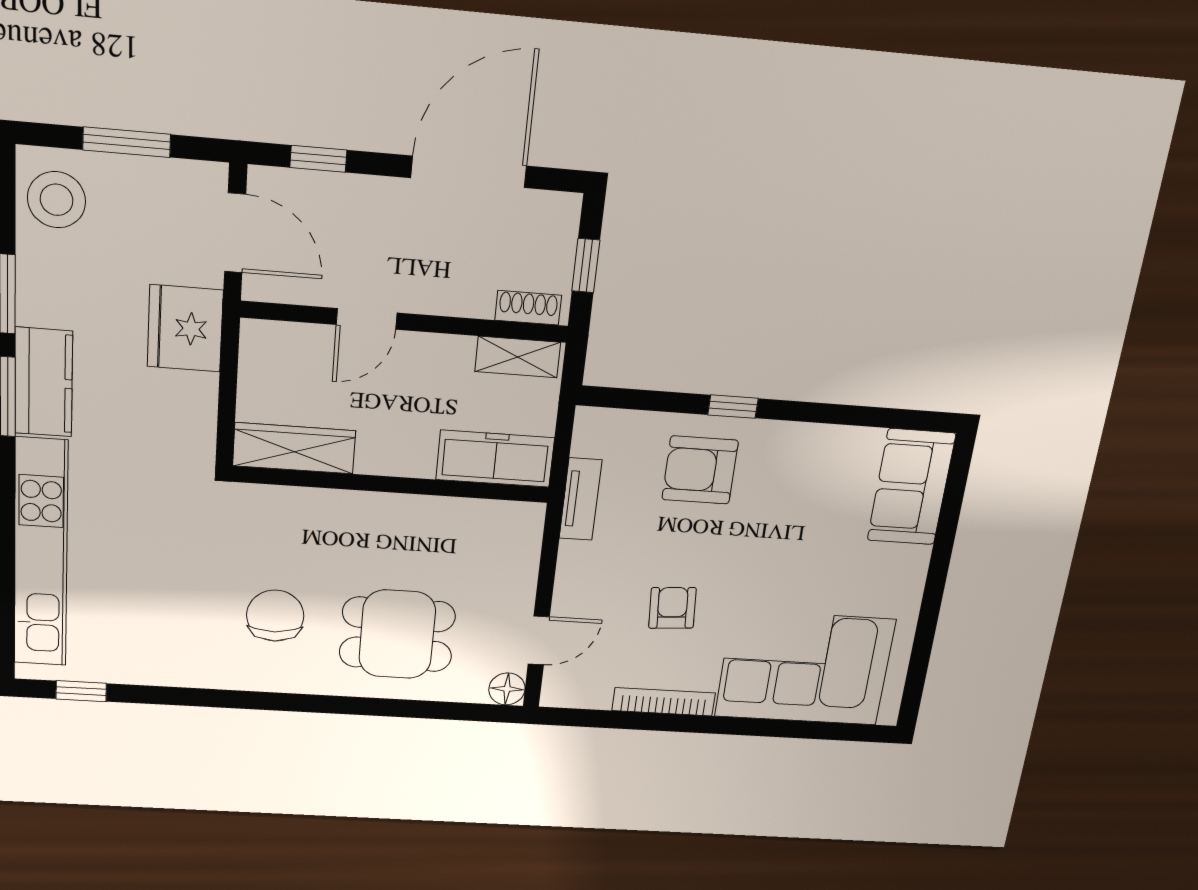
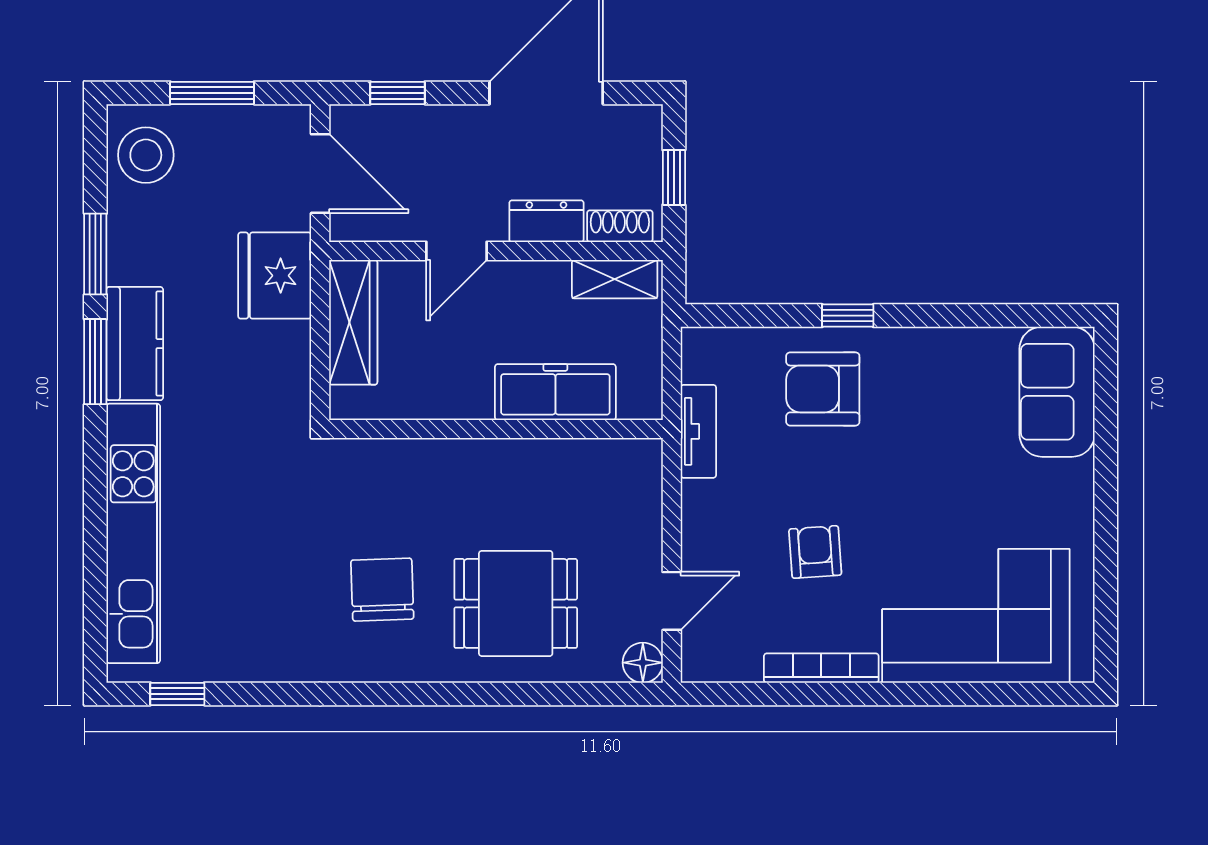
dresser: (457, 297) -> (546, 221), added
wardrobe: (294, 448) -> (353, 322), moved, turned 90
freezer: (495, 459) -> (555, 392), moved

